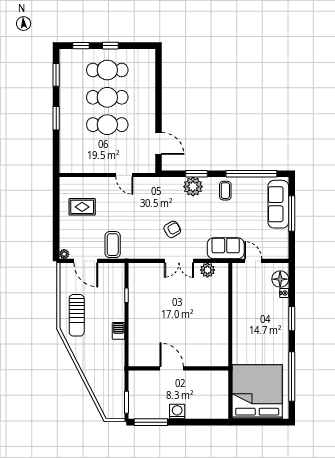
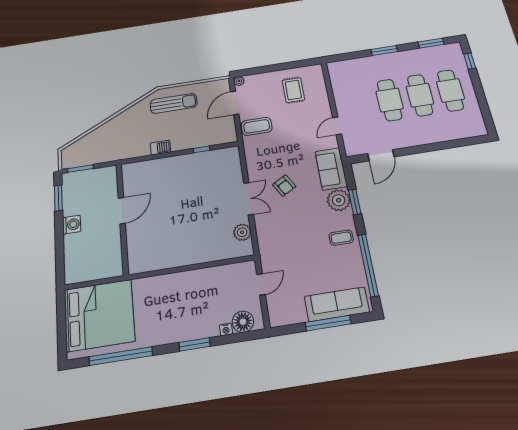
window: (110, 46) -> (478, 89), removed
sofa: (226, 248) -> (331, 169), moved, turned 180
double door: (179, 261) -> (249, 199), swing flipped
sun lounger: (77, 315) -> (174, 103), turned 180
window: (151, 422) -> (58, 198), width x0.69

